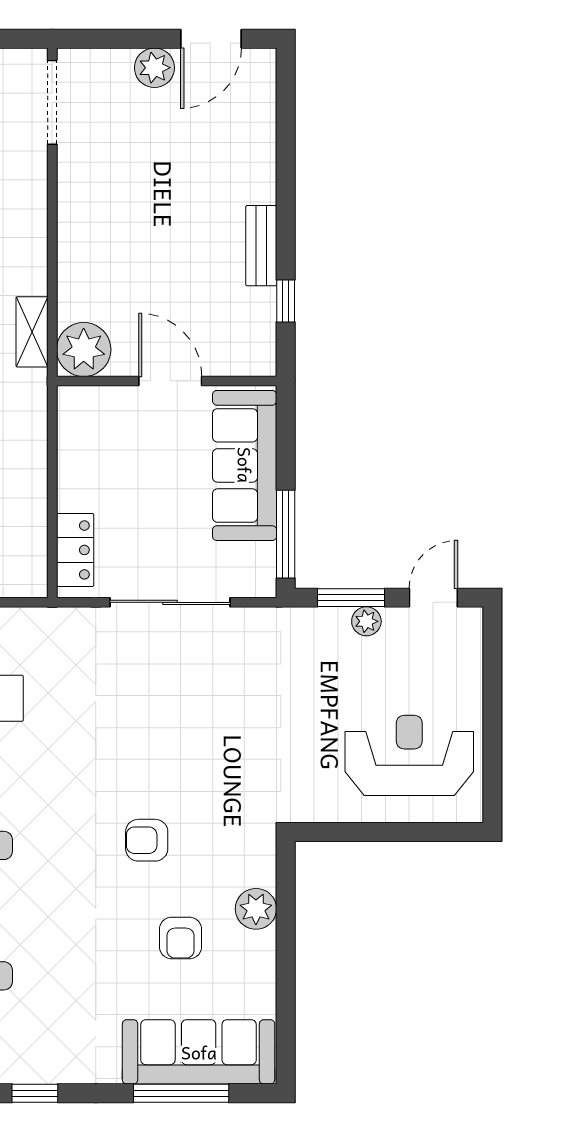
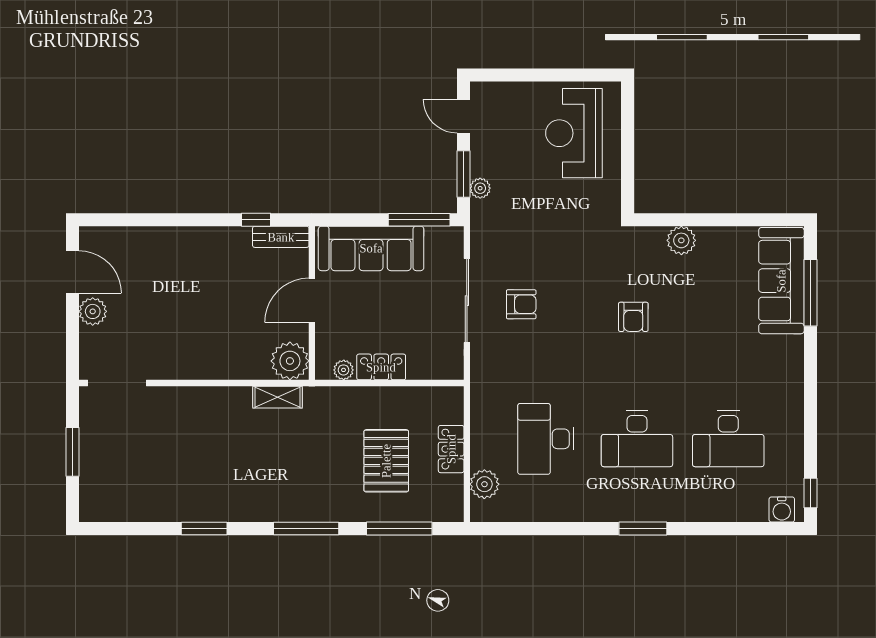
bench: (261, 246) -> (281, 237), moved
plant: (71, 426) -> (344, 370), added
locker: (75, 550) -> (381, 367), moved
plant: (366, 621) -> (480, 188), moved
armchair: (181, 938) -> (521, 304), moved
window: (35, 1093) -> (810, 395), removed

